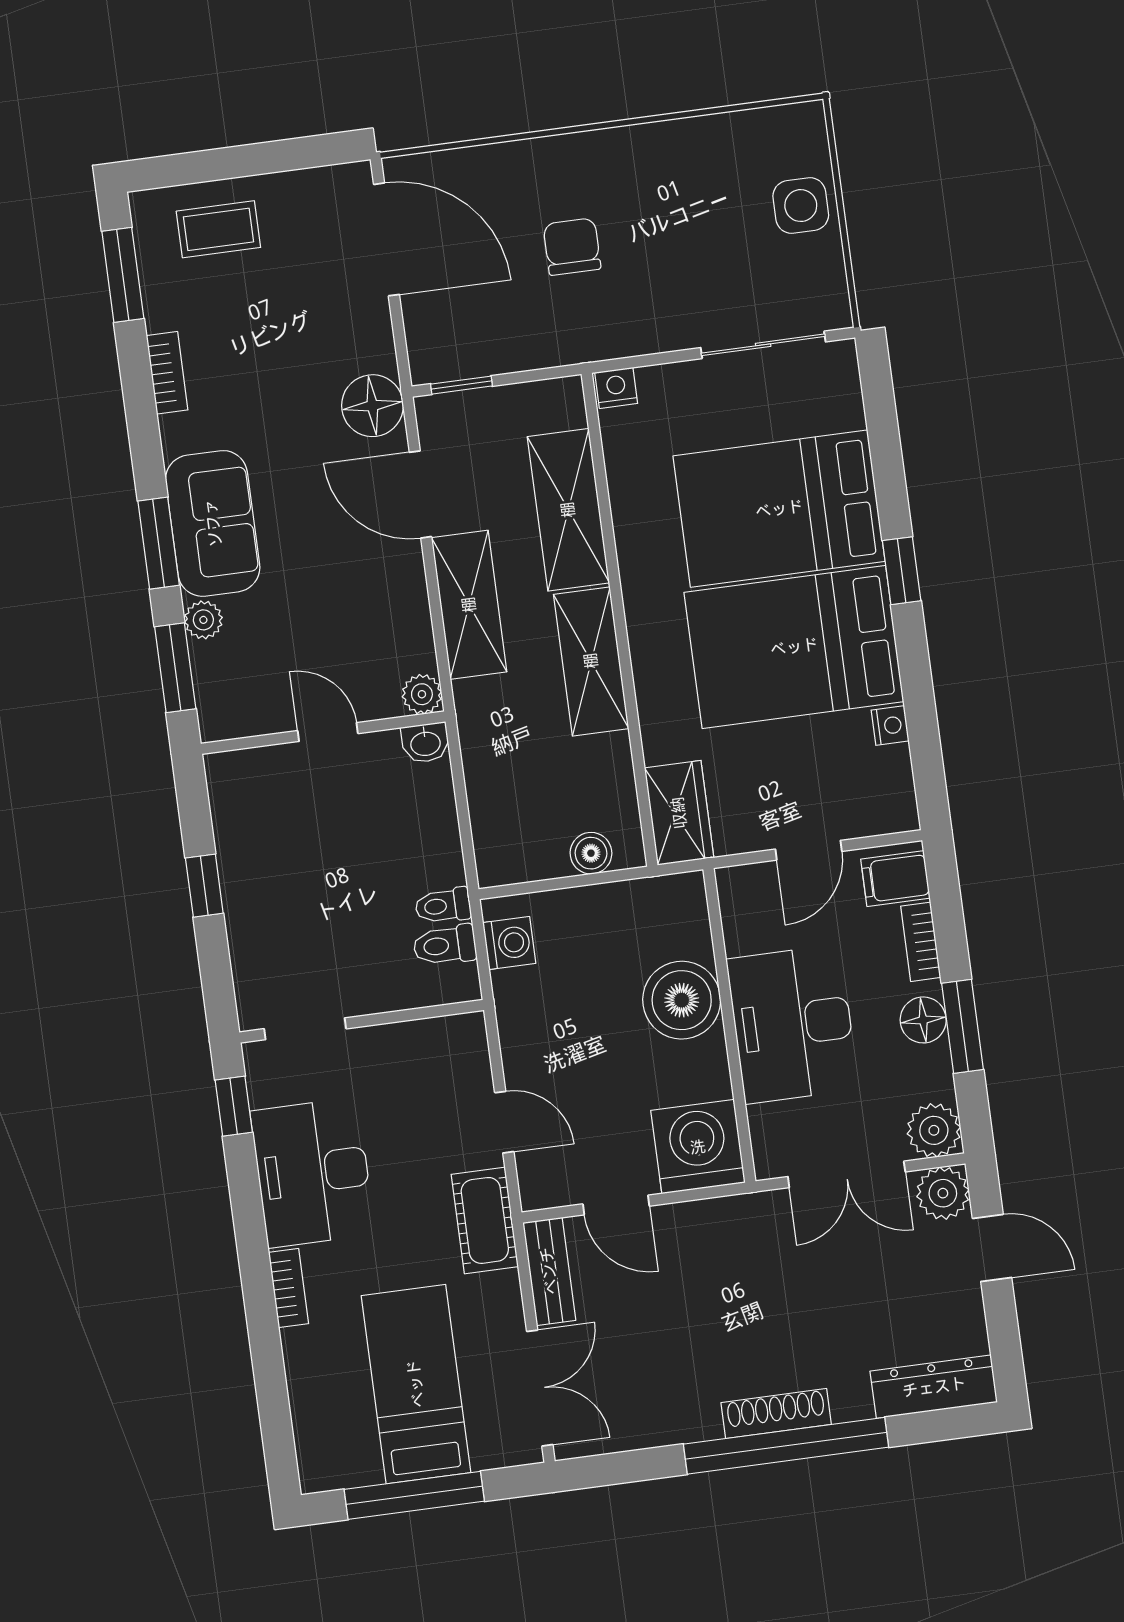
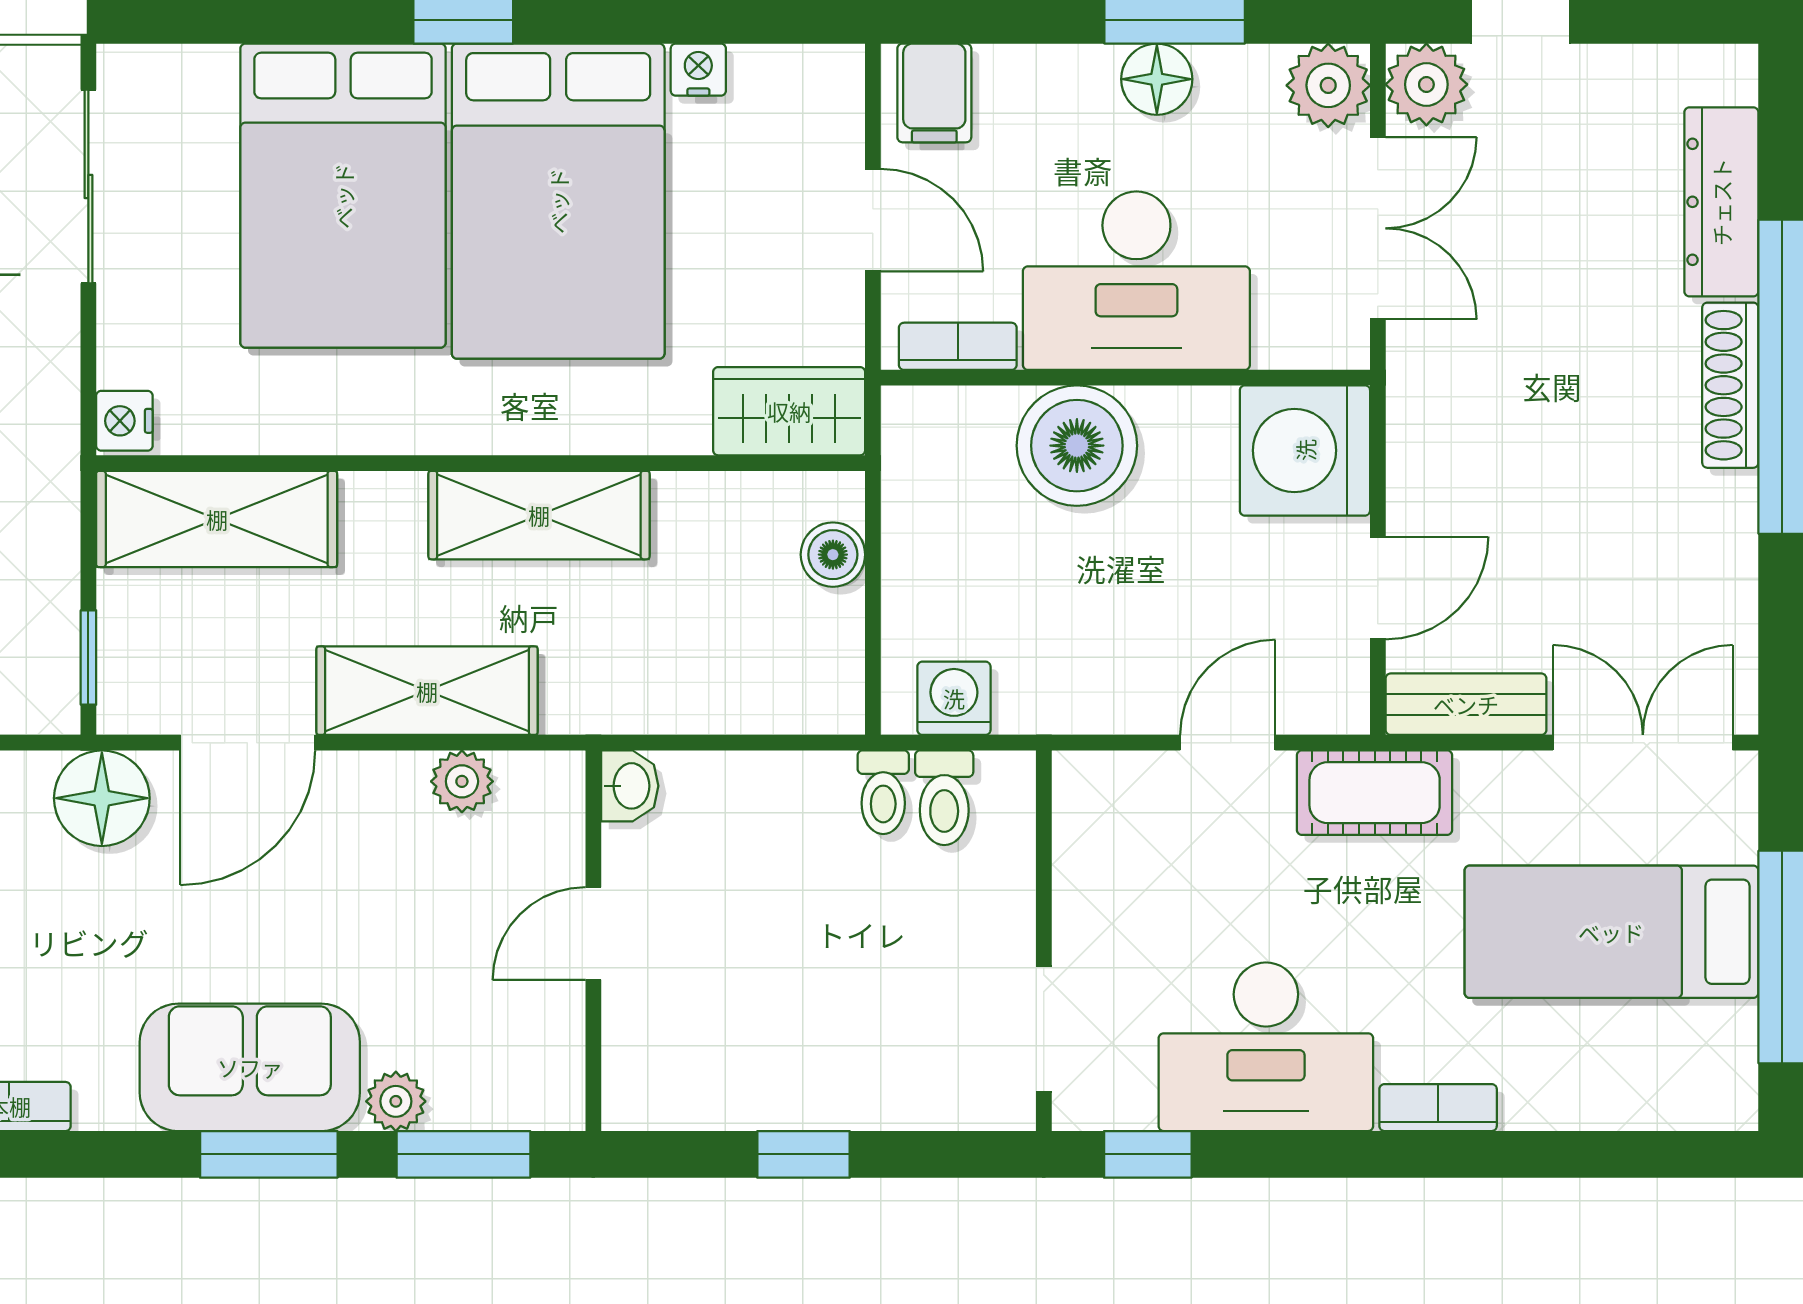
shelving: (568, 510) -> (217, 519), moved
plant: (422, 694) -> (462, 781), moved
bookcase: (921, 942) -> (958, 346), moved, turned 180
dresser: (934, 1387) -> (1721, 202), moved

